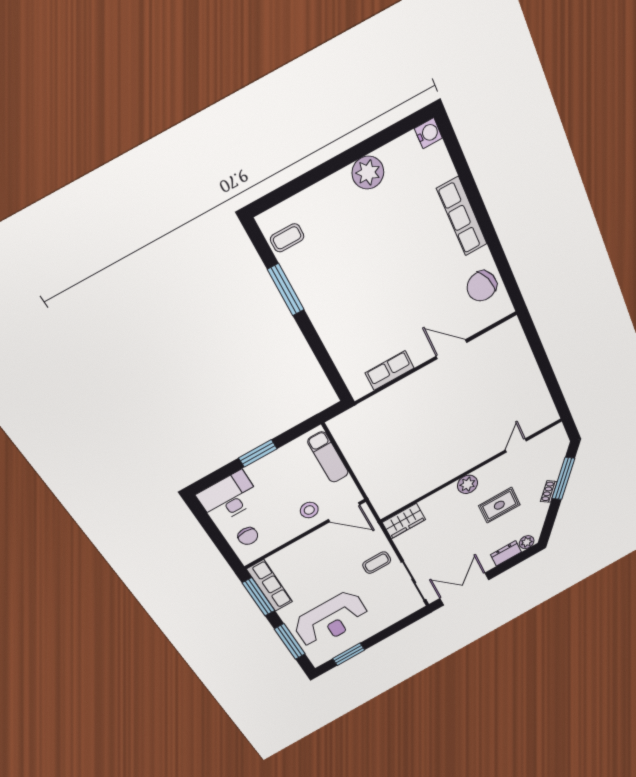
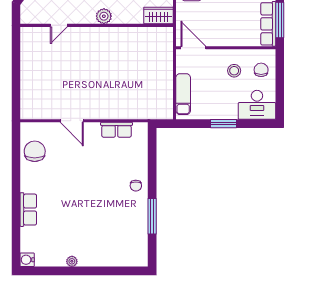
plant: (368, 173) -> (72, 261), width x0.53, depth x0.53
row of seats: (462, 216) -> (28, 210), width x0.68
coffee table: (287, 238) -> (136, 245), removed
chair: (482, 286) -> (35, 151), turned -71
chair: (329, 317) -> (136, 186), added
stool: (309, 510) -> (234, 71), moved

